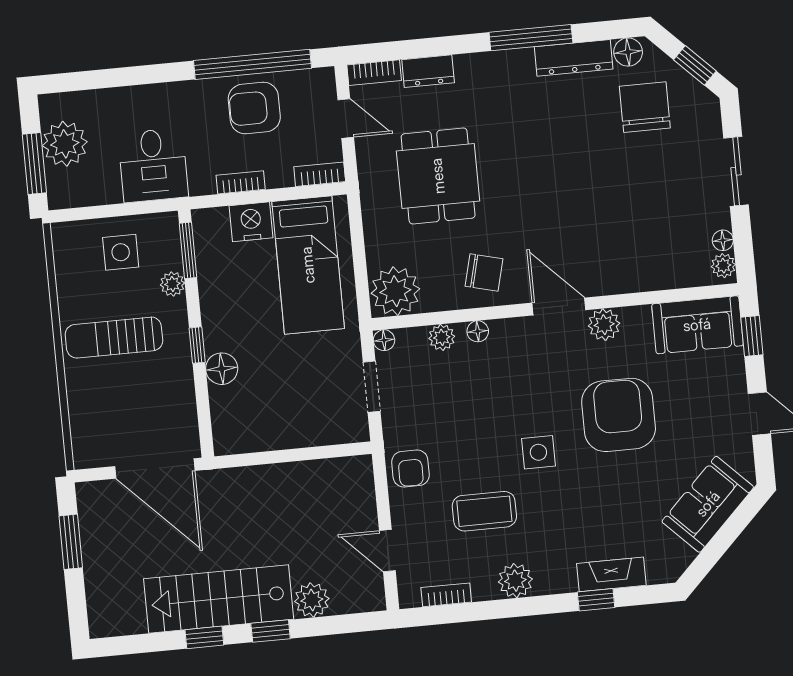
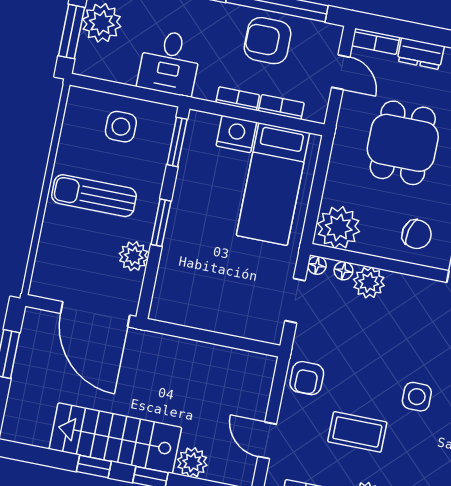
bookcase: (320, 174) -> (281, 107), moved
plant: (172, 284) -> (134, 256), moved, width x1.38, depth x1.38
floor lamp: (478, 331) -> (343, 271), moved
plant: (442, 337) -> (369, 282), width x1.38, depth x1.38
window: (197, 345) -> (161, 223), width x1.50
floor lamp: (222, 369) -> (175, 248), removed

